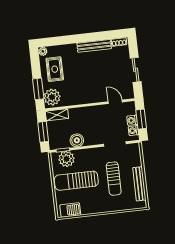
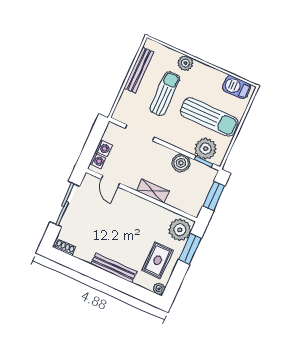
bench: (94, 46) -> (114, 268), moved
sliding door: (136, 70) -> (65, 204), width x1.37
shelving: (57, 115) -> (153, 191), moved
window: (141, 119) -> (92, 143), removed
washing machine: (133, 131) -> (98, 161), moved
plant: (112, 206) -> (185, 63), added

